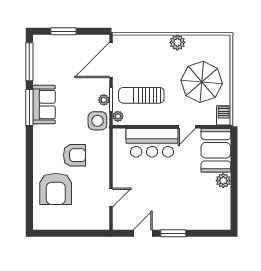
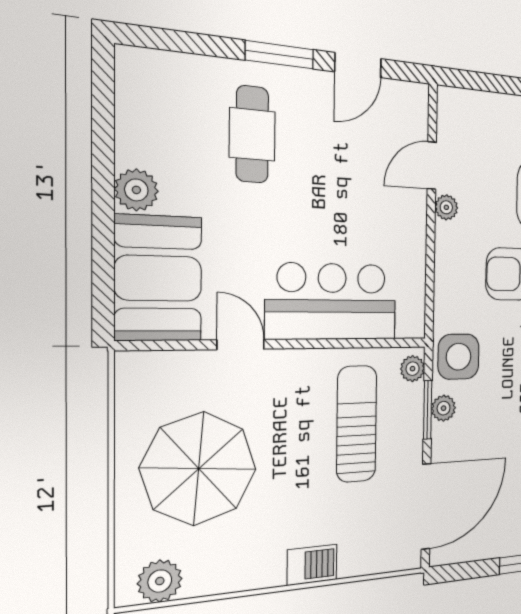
plant: (177, 42) -> (160, 581), moved
sun lounger: (141, 95) -> (357, 424), turned -90
barbecue: (224, 115) -> (312, 565), moved, turned -90
door: (187, 127) -> (241, 344), hinge flipped
plant: (104, 181) -> (446, 207), added
cafe table: (183, 203) -> (252, 134), added

